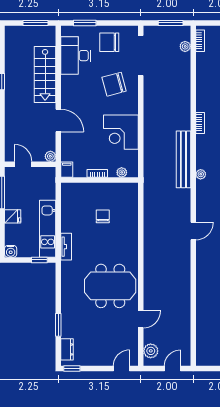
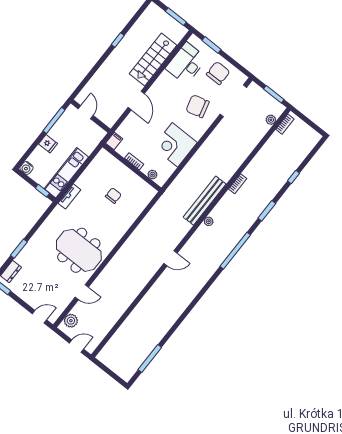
chair: (109, 42) -> (218, 73), turned 90
plant: (50, 156) -> (110, 122), removed

